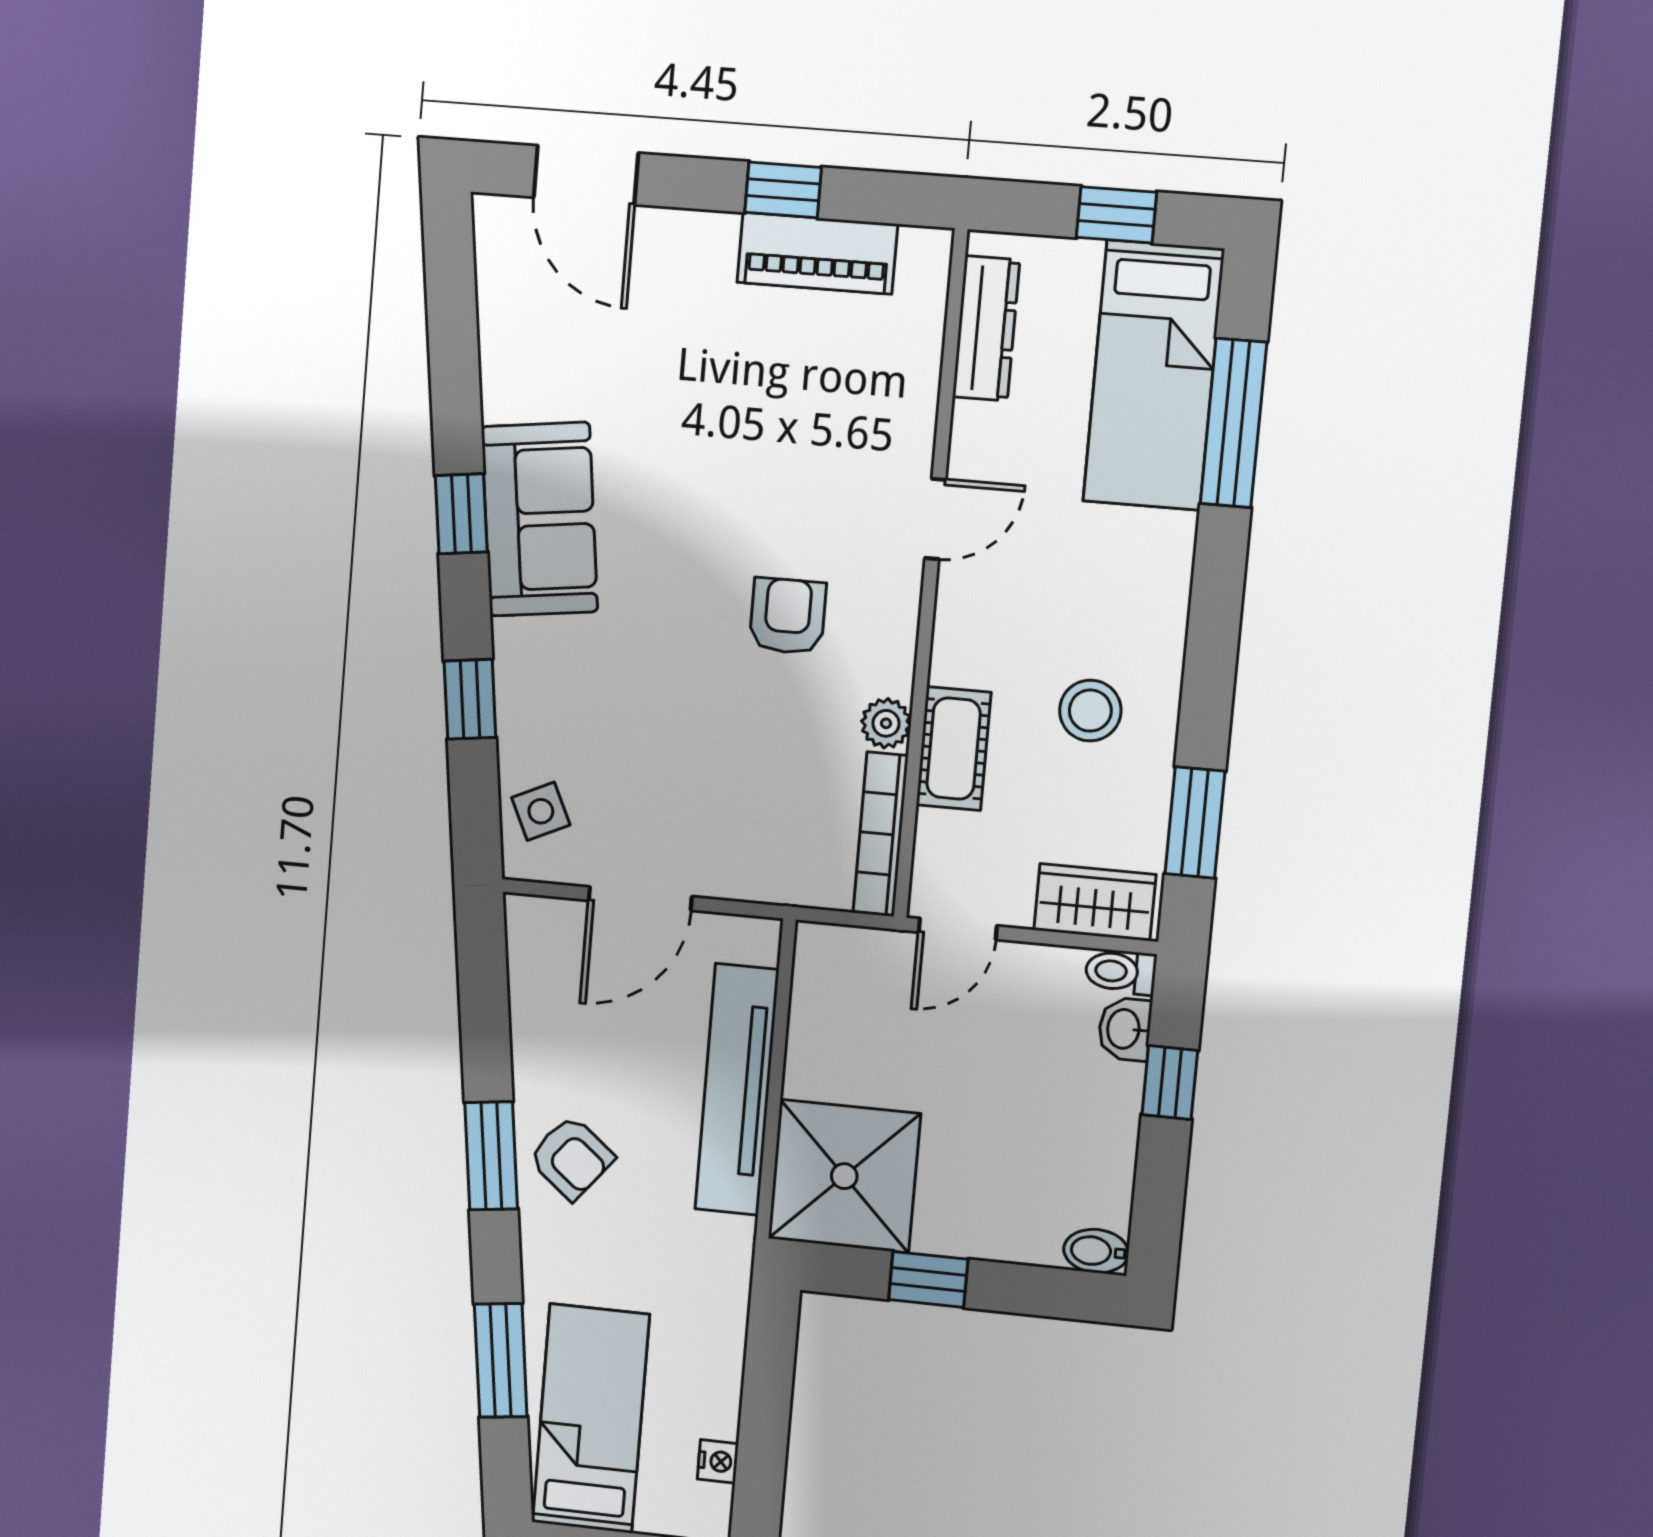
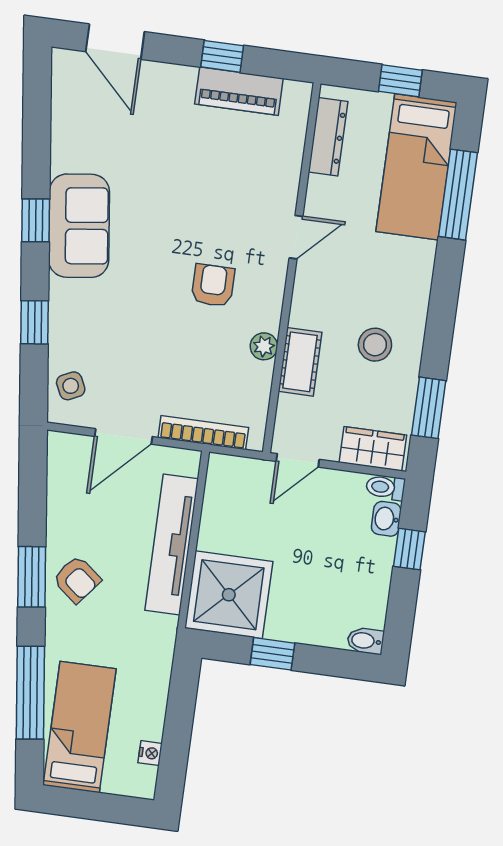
bookcase: (881, 834) -> (203, 433), moved, turned 90
window: (501, 1360) -> (30, 693), width x1.44

